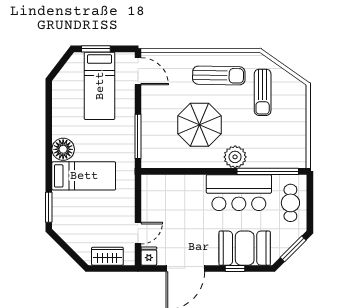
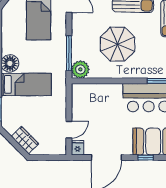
plant: (235, 157) -> (80, 69), moved
wardrobe: (107, 256) -> (25, 140), moved, turned 45

